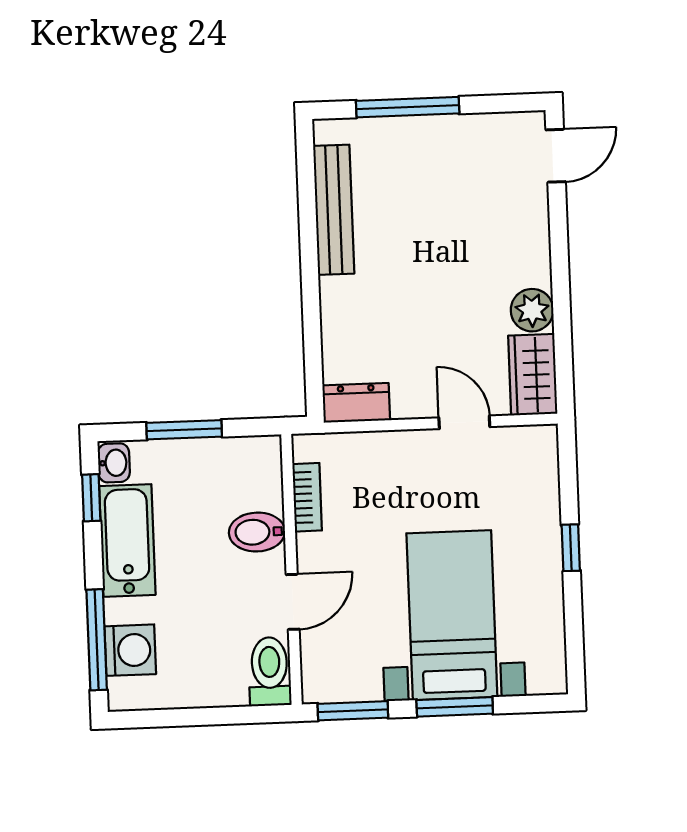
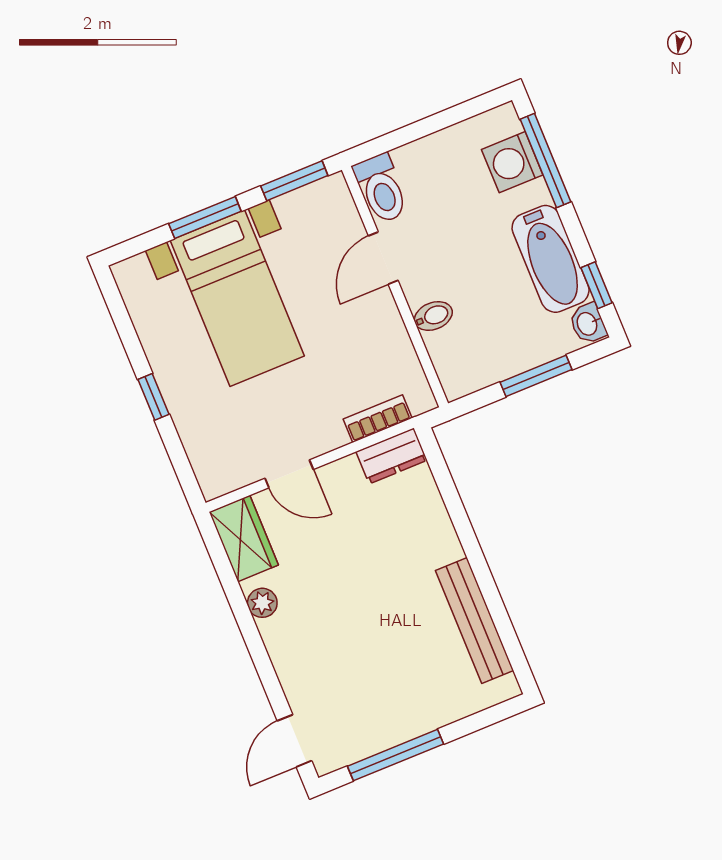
window: (408, 107) -> (395, 755), moved
plant: (532, 310) -> (262, 603), width x0.73, depth x0.73
bookcase: (307, 497) -> (378, 419), moved, turned 90
bidet: (257, 532) -> (433, 316), width x0.72, depth x0.74

